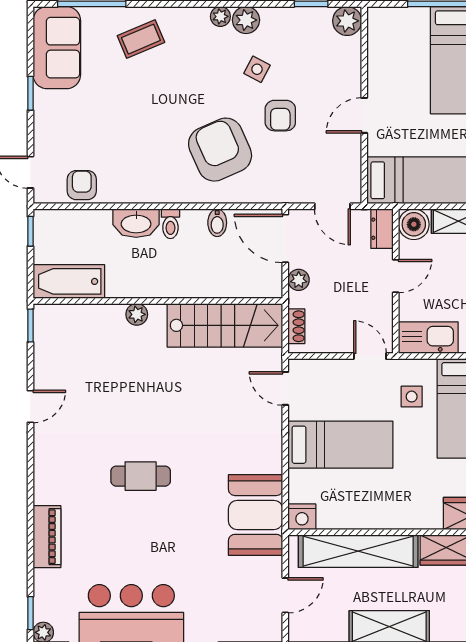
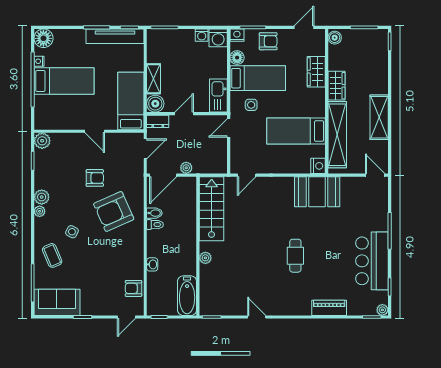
side table: (257, 69) -> (72, 232), moved
washbasin: (136, 223) -> (152, 264), width x0.52, depth x0.69
toilet: (170, 224) -> (155, 225), moved
door: (396, 276) -> (184, 114), hinge flipped
shoe rack: (296, 326) -> (212, 169), removed
bed: (340, 445) -> (296, 131), moved, turned -90
door: (285, 595) -> (375, 175), moved

